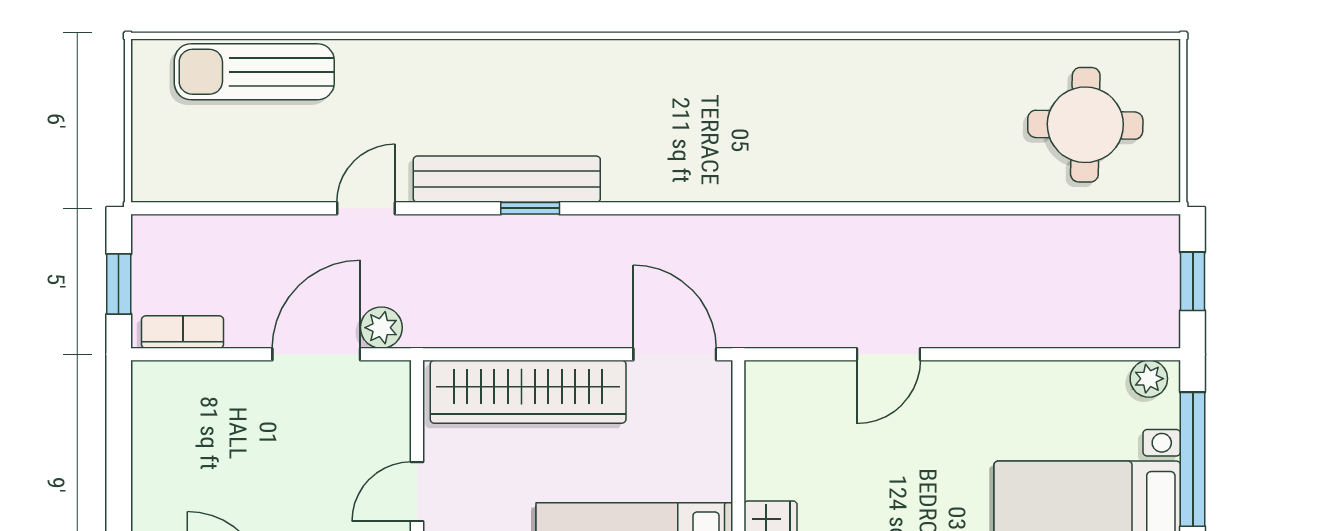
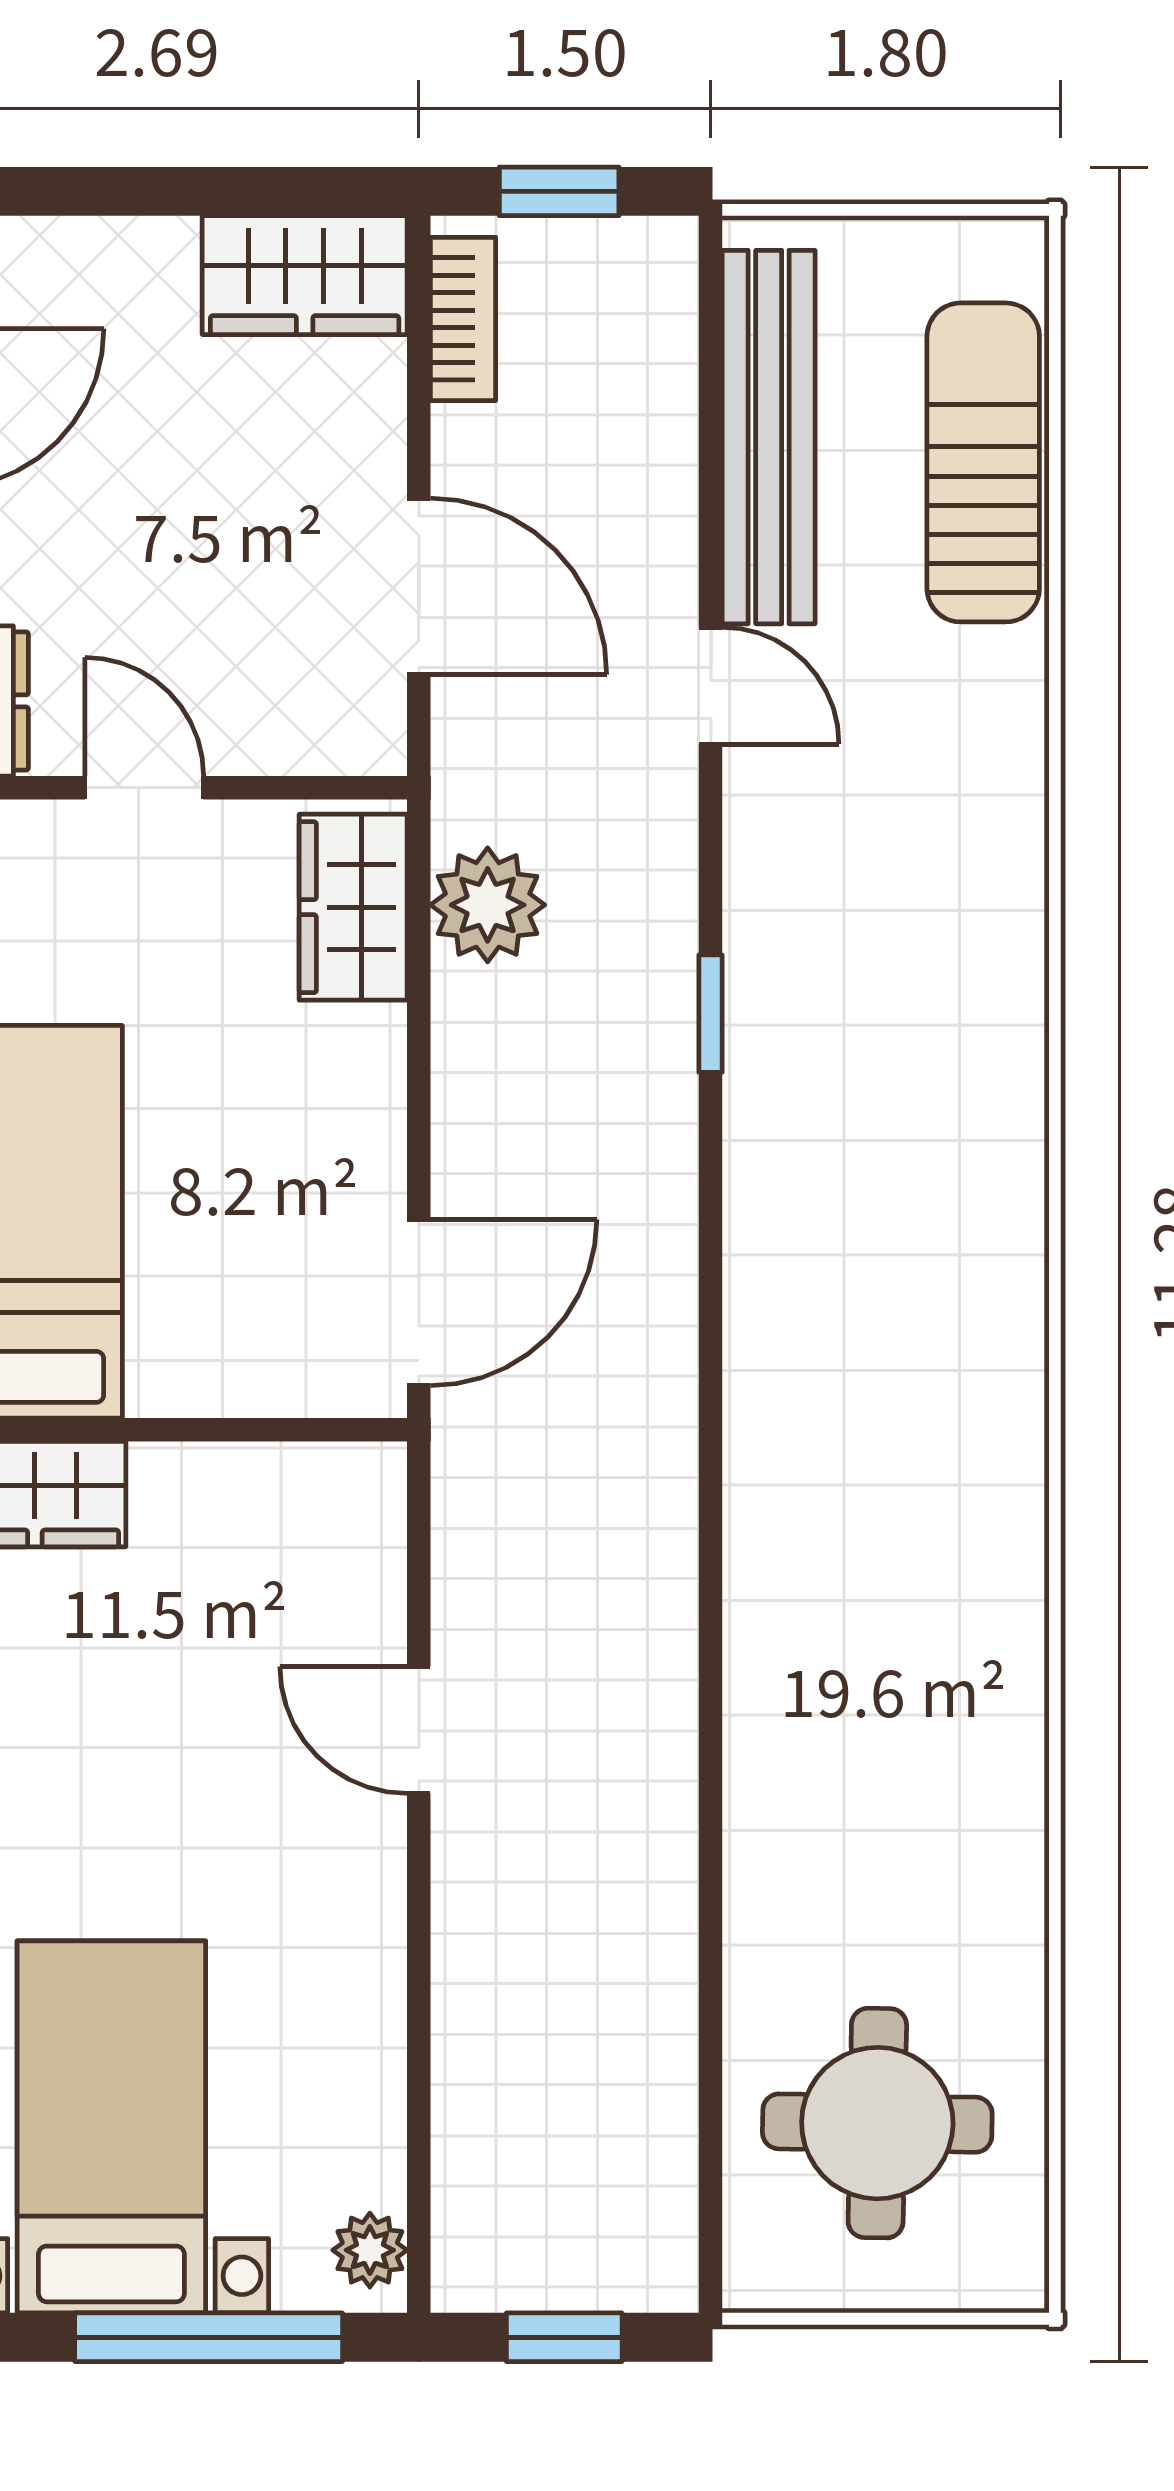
bench: (507, 179) -> (769, 437), moved
plant: (381, 328) -> (488, 905), moved, width x1.38, depth x1.38
wardrobe: (528, 392) -> (353, 907), width x0.48, depth x0.85
wardrobe: (161, 411) -> (305, 275), added

